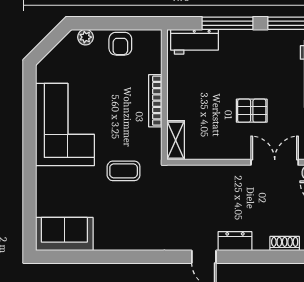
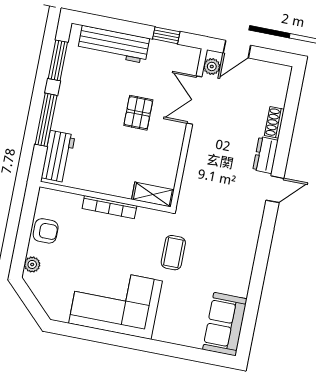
shoe rack: (285, 244) -> (274, 122), moved

